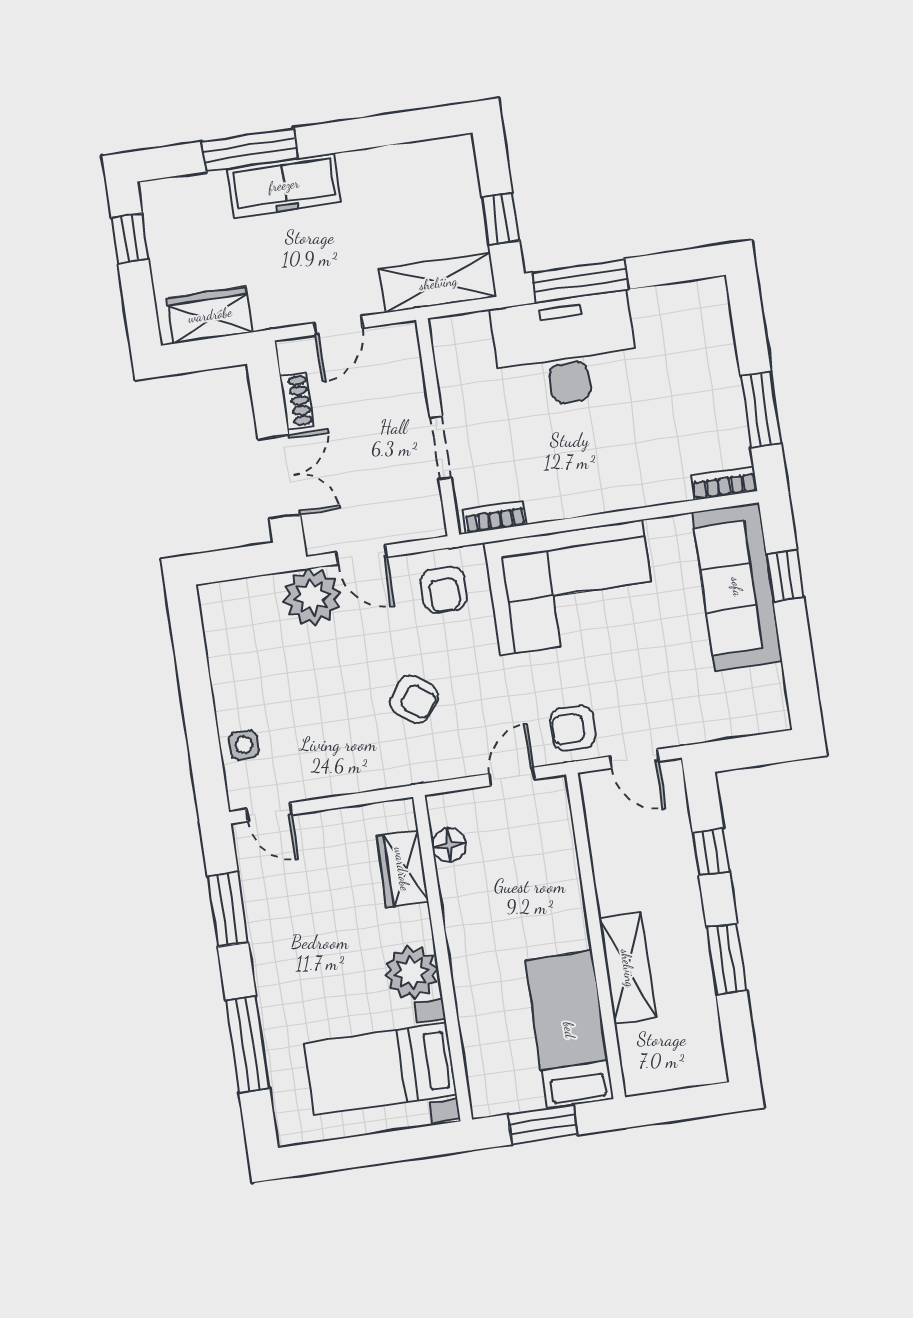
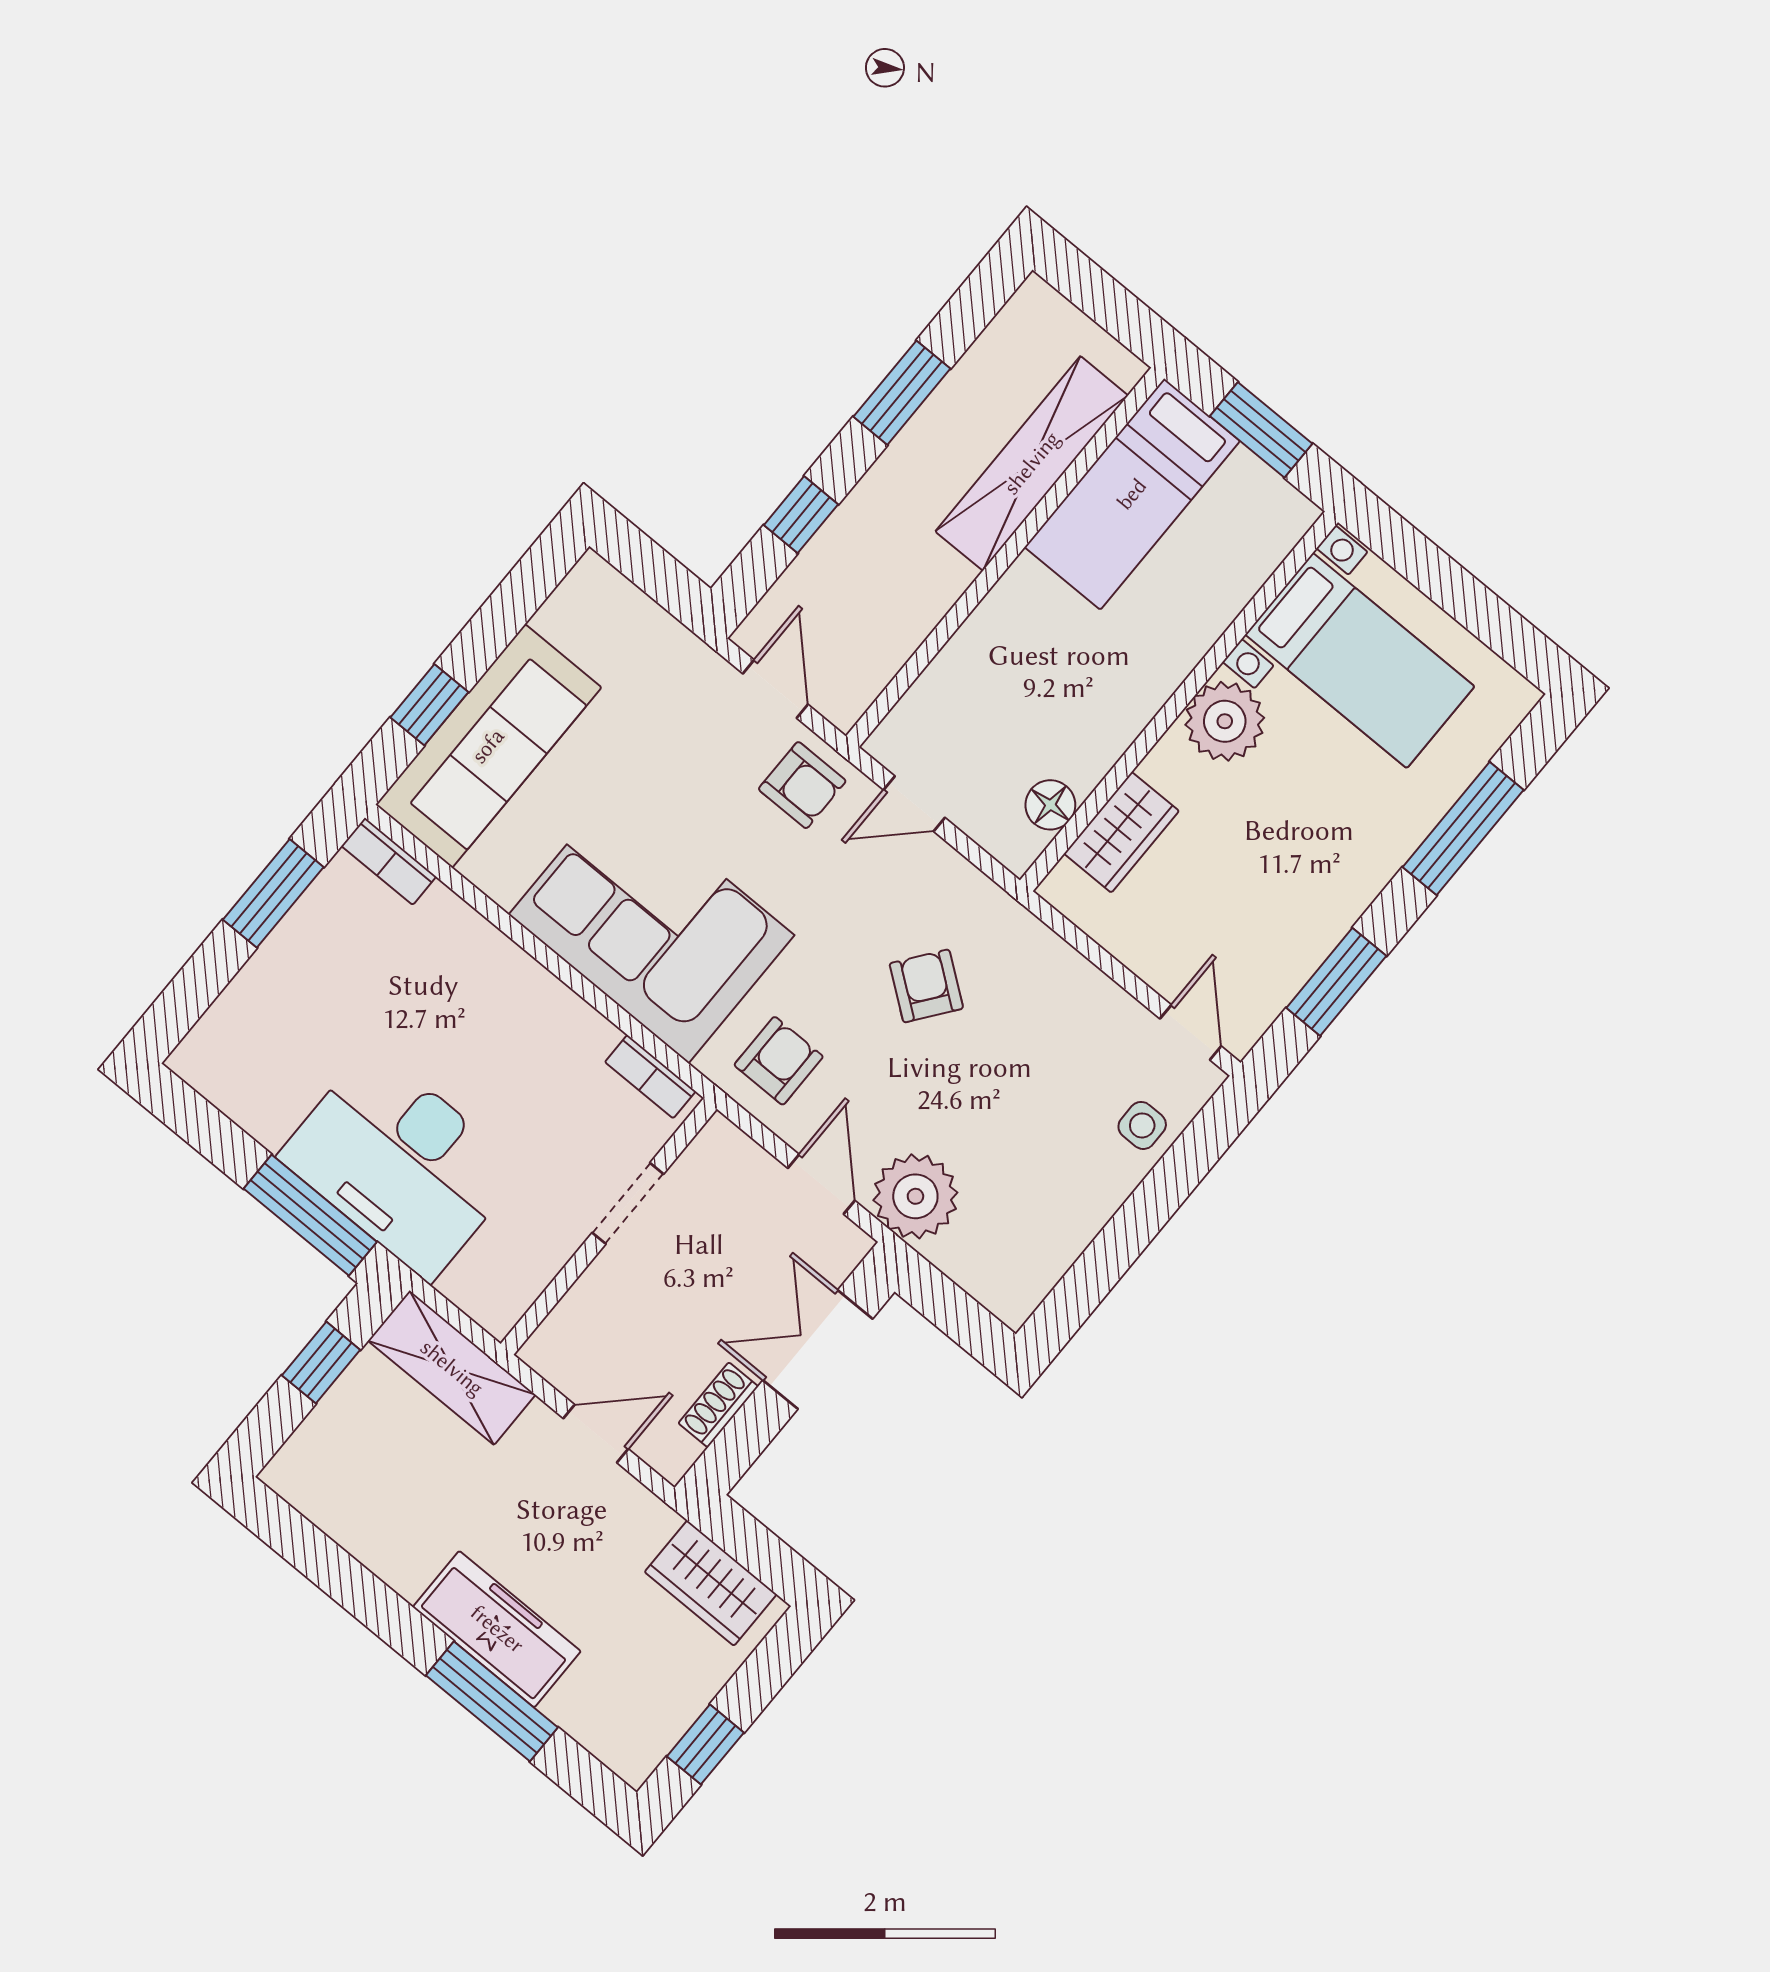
shelving: (628, 968) -> (1032, 463), width x1.47

